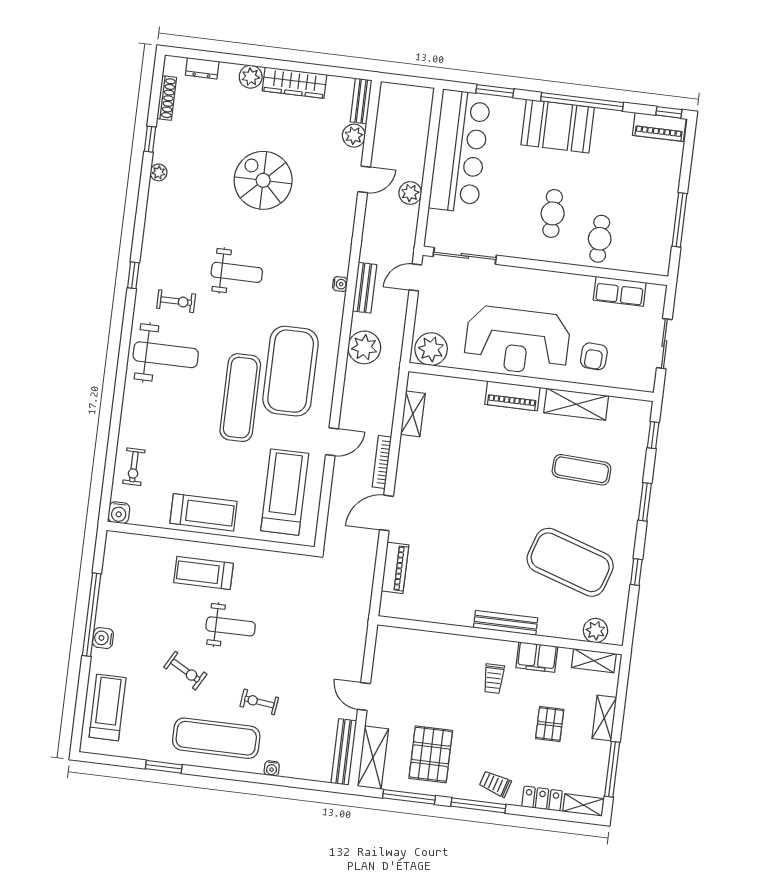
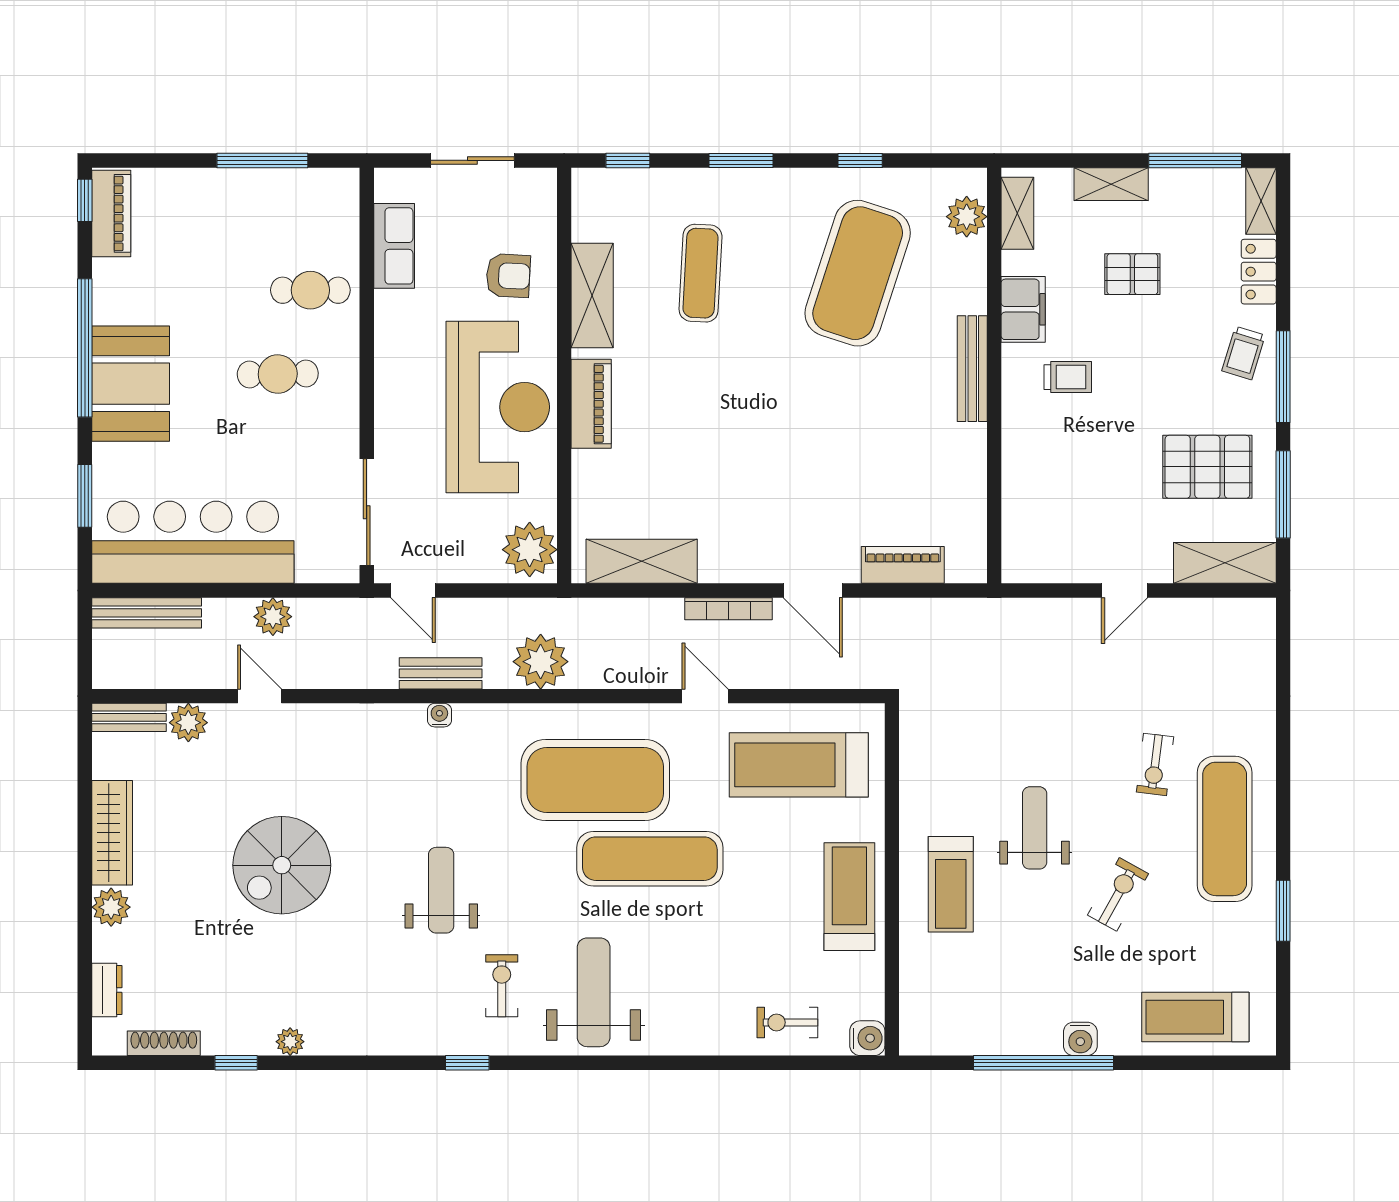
shelving: (413, 414) -> (642, 561), width x1.50, depth x1.33
exercise bike: (134, 467) -> (787, 1022), turned 180
bench: (344, 752) -> (147, 613), moved
water cooler: (272, 768) -> (1264, 730), removed

